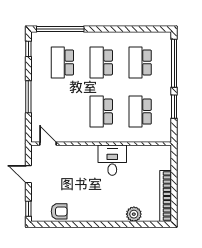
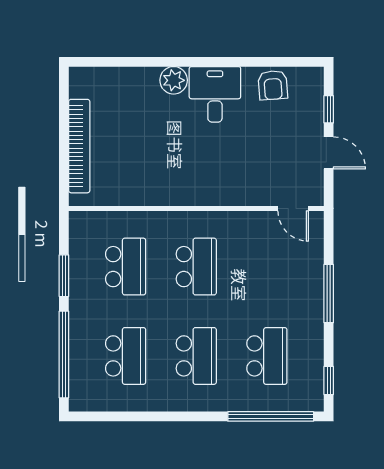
desk: (112, 160) -> (215, 94), moved, turned 180
bookcase: (166, 196) -> (79, 146), moved
window: (28, 209) -> (329, 109), moved
armchair: (59, 211) -> (273, 85), turned -94
plant: (134, 214) -> (174, 80), moved

